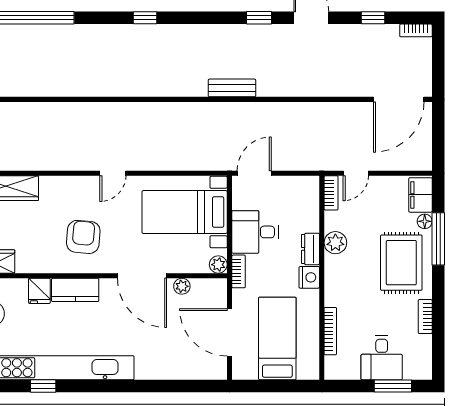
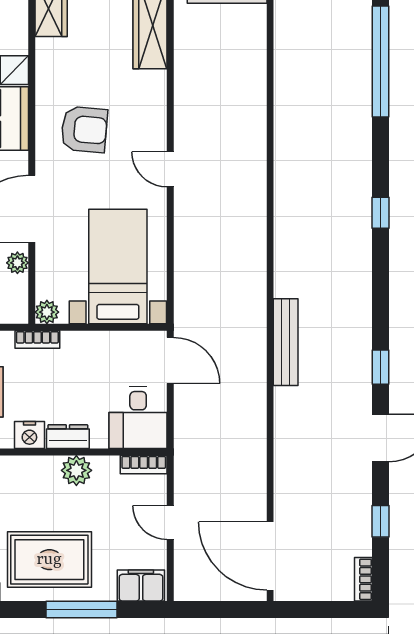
bench: (232, 88) -> (286, 342), width x1.36
door: (356, 173) -> (170, 523), moved
floor lamp: (425, 221) -> (105, 591), removed
desk: (255, 232) -> (138, 417), moved, turned 180

